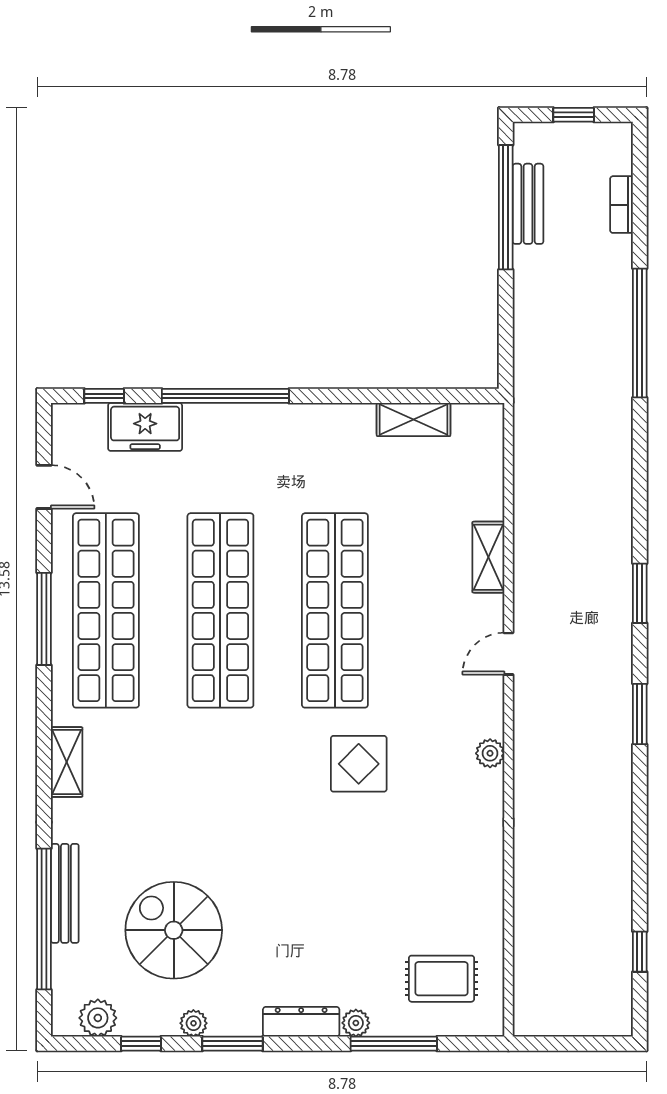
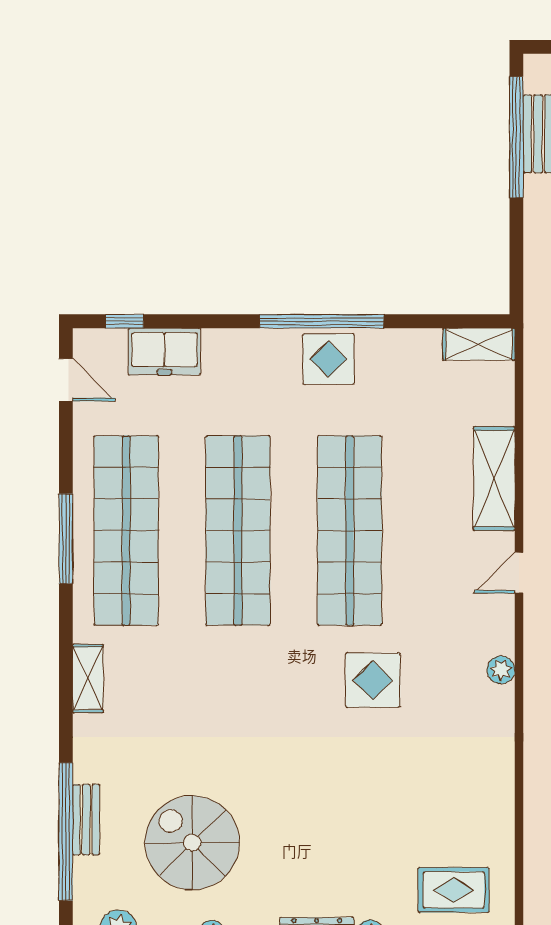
window: (225, 396) -> (322, 321), moved
shelving: (414, 419) -> (479, 344), moved
display table: (313, 435) -> (328, 359), added
door: (44, 487) -> (66, 380), moved
shelving: (488, 557) -> (494, 479), width x1.50, depth x1.33
bench: (65, 893) -> (86, 820), width x0.73

